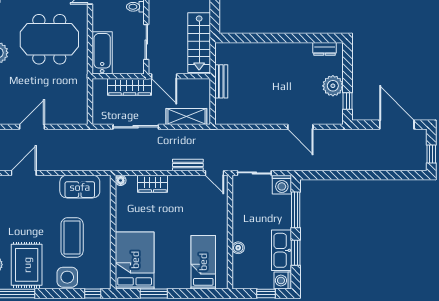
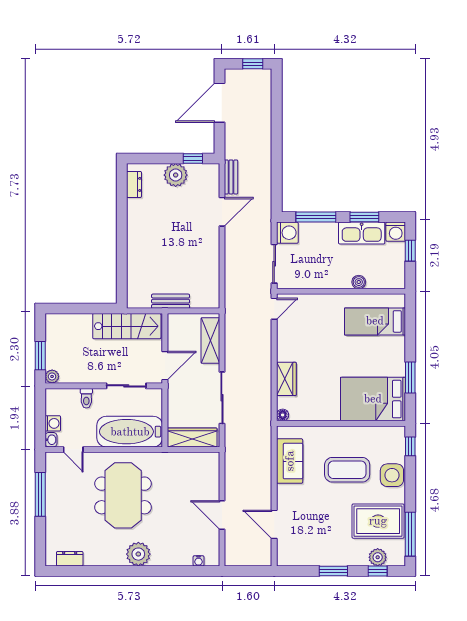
bathtub: (102, 53) -> (130, 432), width x1.36, depth x1.36
wardrobe: (130, 87) -> (192, 437), moved, turned -90
bench: (188, 165) -> (231, 177), moved

